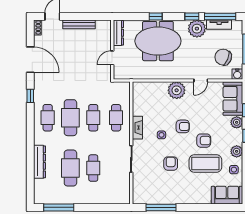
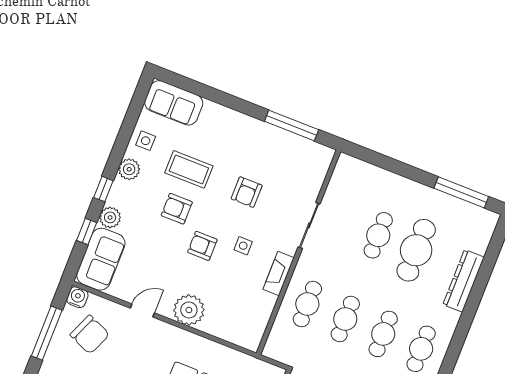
cafe table: (70, 118) -> (383, 334), width x0.73, depth x0.74
coffee table: (205, 163) -> (189, 169), width x0.73, depth x0.76

